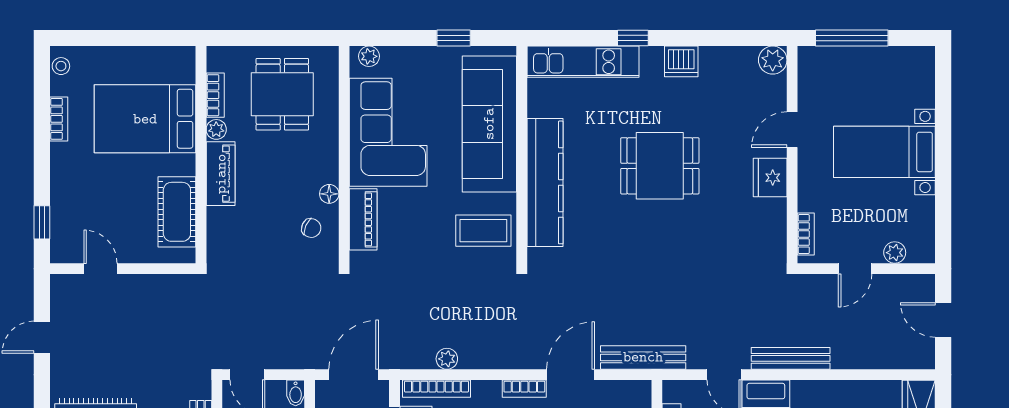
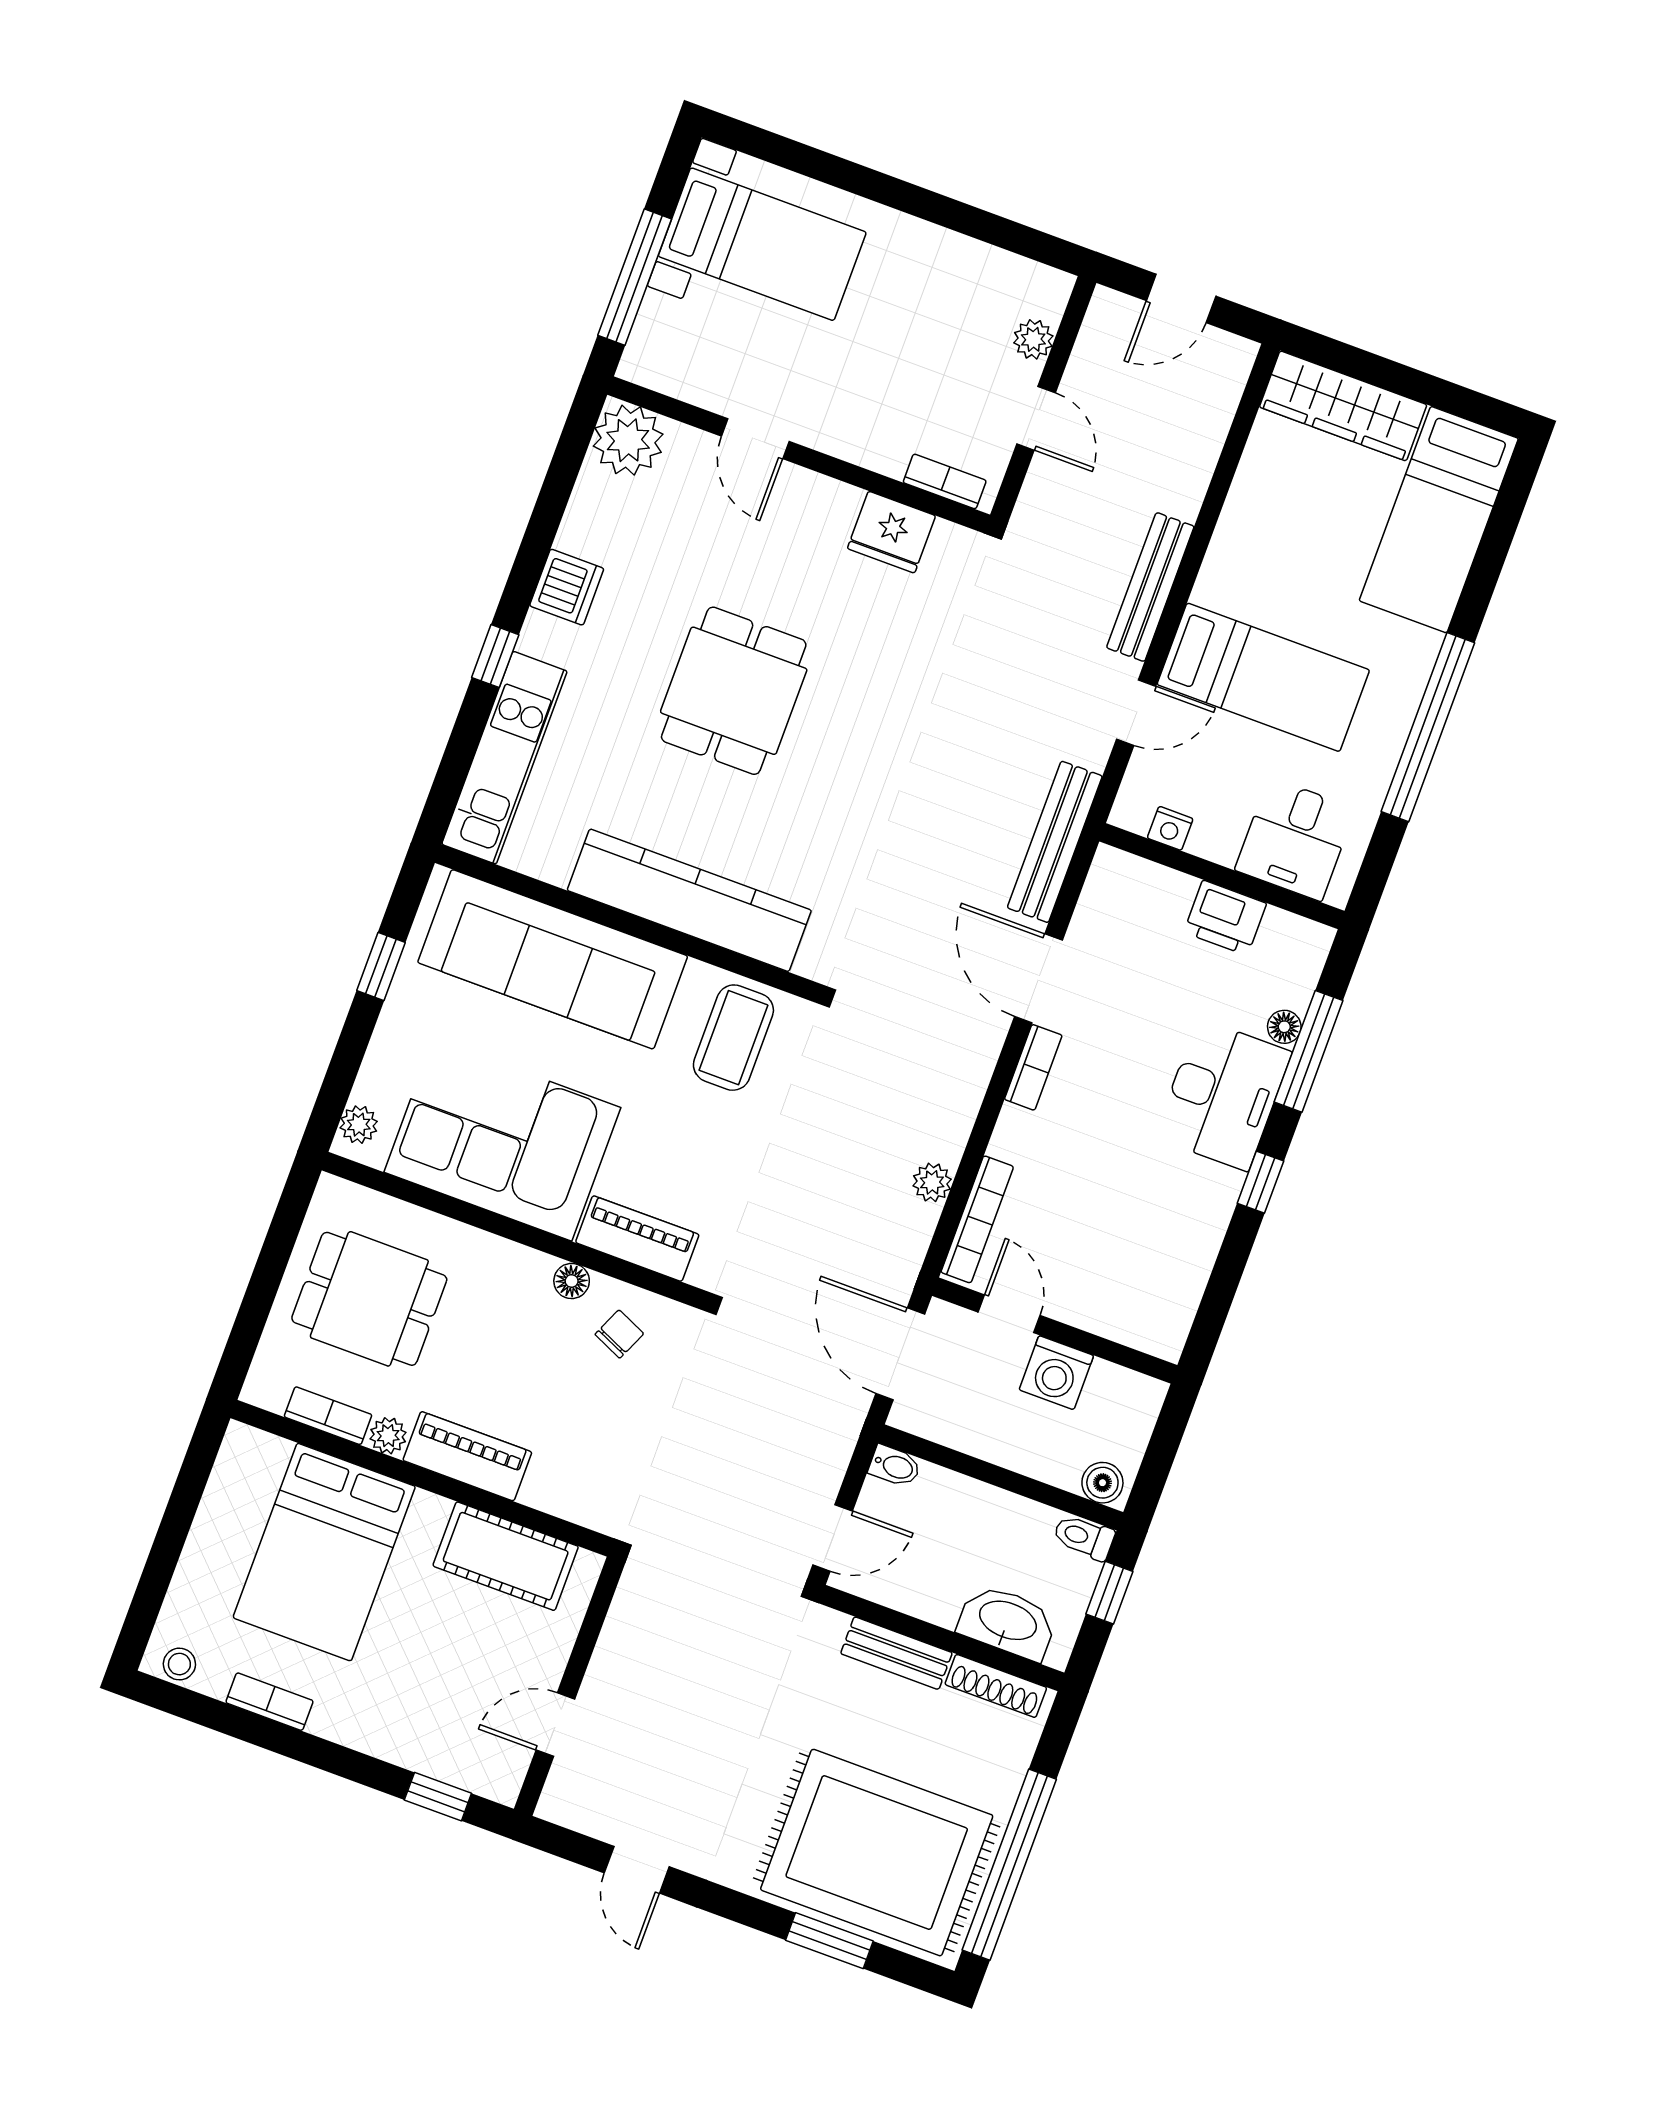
plant: (773, 60) -> (628, 440), width x1.36, depth x1.36
bed with nightstands: (884, 152) -> (762, 244), moved, turned -90
fridge: (770, 178) -> (891, 532), moved

